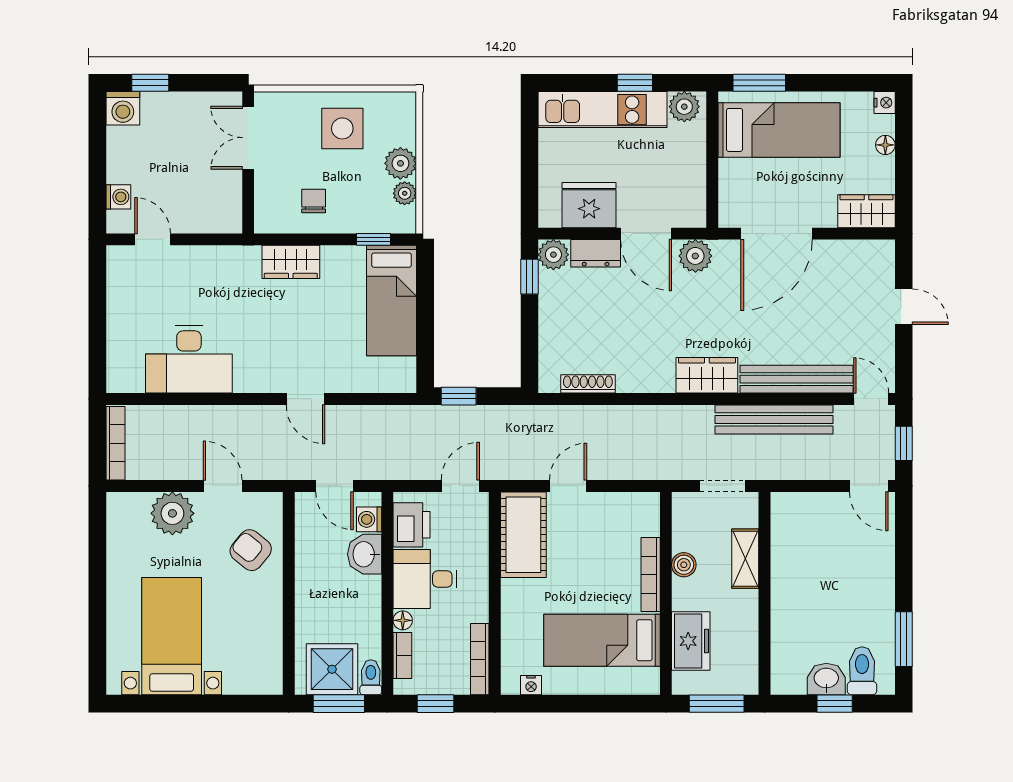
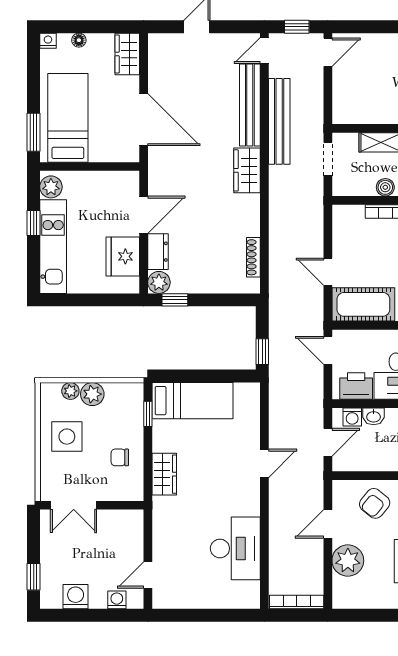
washing machine: (123, 108) -> (76, 597), moved, turned -90
plant: (405, 193) -> (70, 391), moved
plant: (695, 256) -> (160, 179), removed
washbasin: (365, 554) -> (374, 416), width x0.72, depth x0.69

